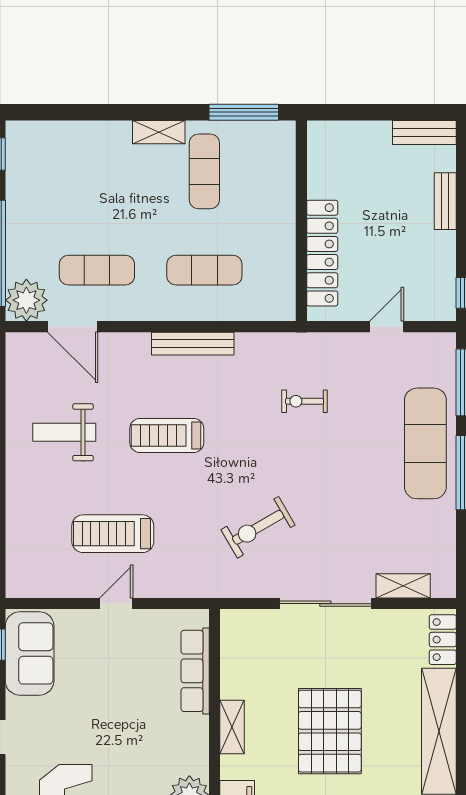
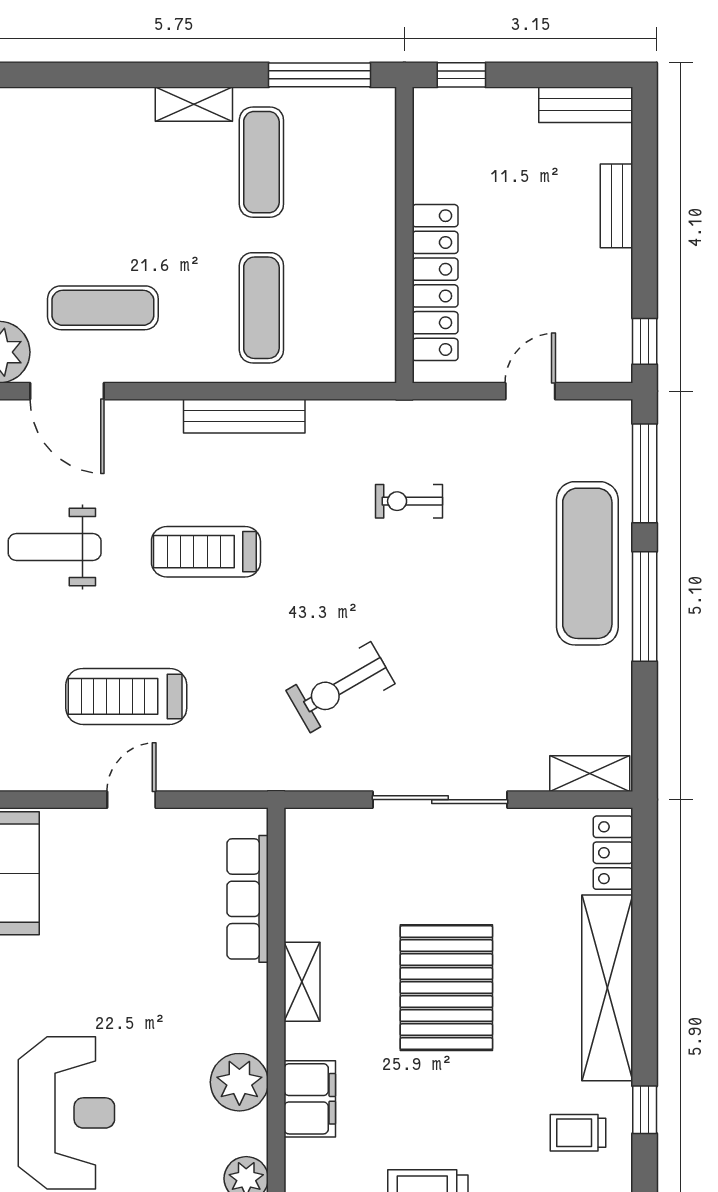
window: (340, 112) -> (461, 75), added
exercise mat: (204, 270) -> (261, 308), turned 90
shelving: (403, 586) -> (590, 774), moved

